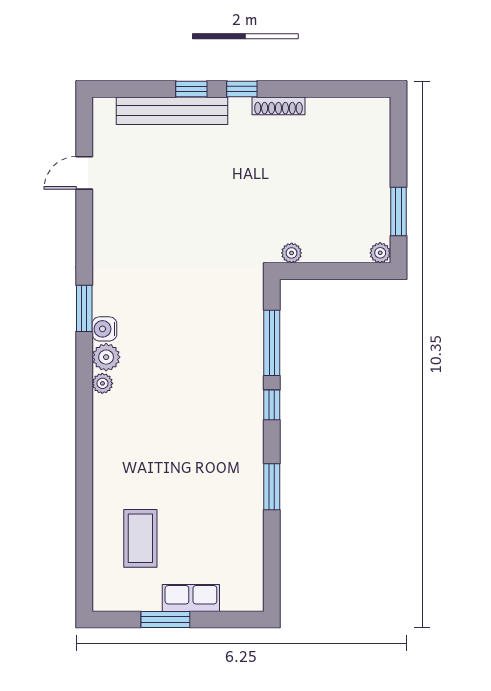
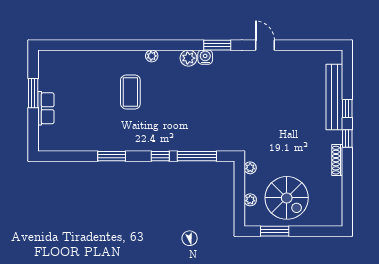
door: (84, 173) -> (265, 45), moved
spiral stairs: (342, 191) -> (287, 198), added
plant: (380, 253) -> (250, 200), moved
plant: (102, 383) -> (152, 56), moved
coffee table: (140, 538) -> (130, 92), moved, turned 90

